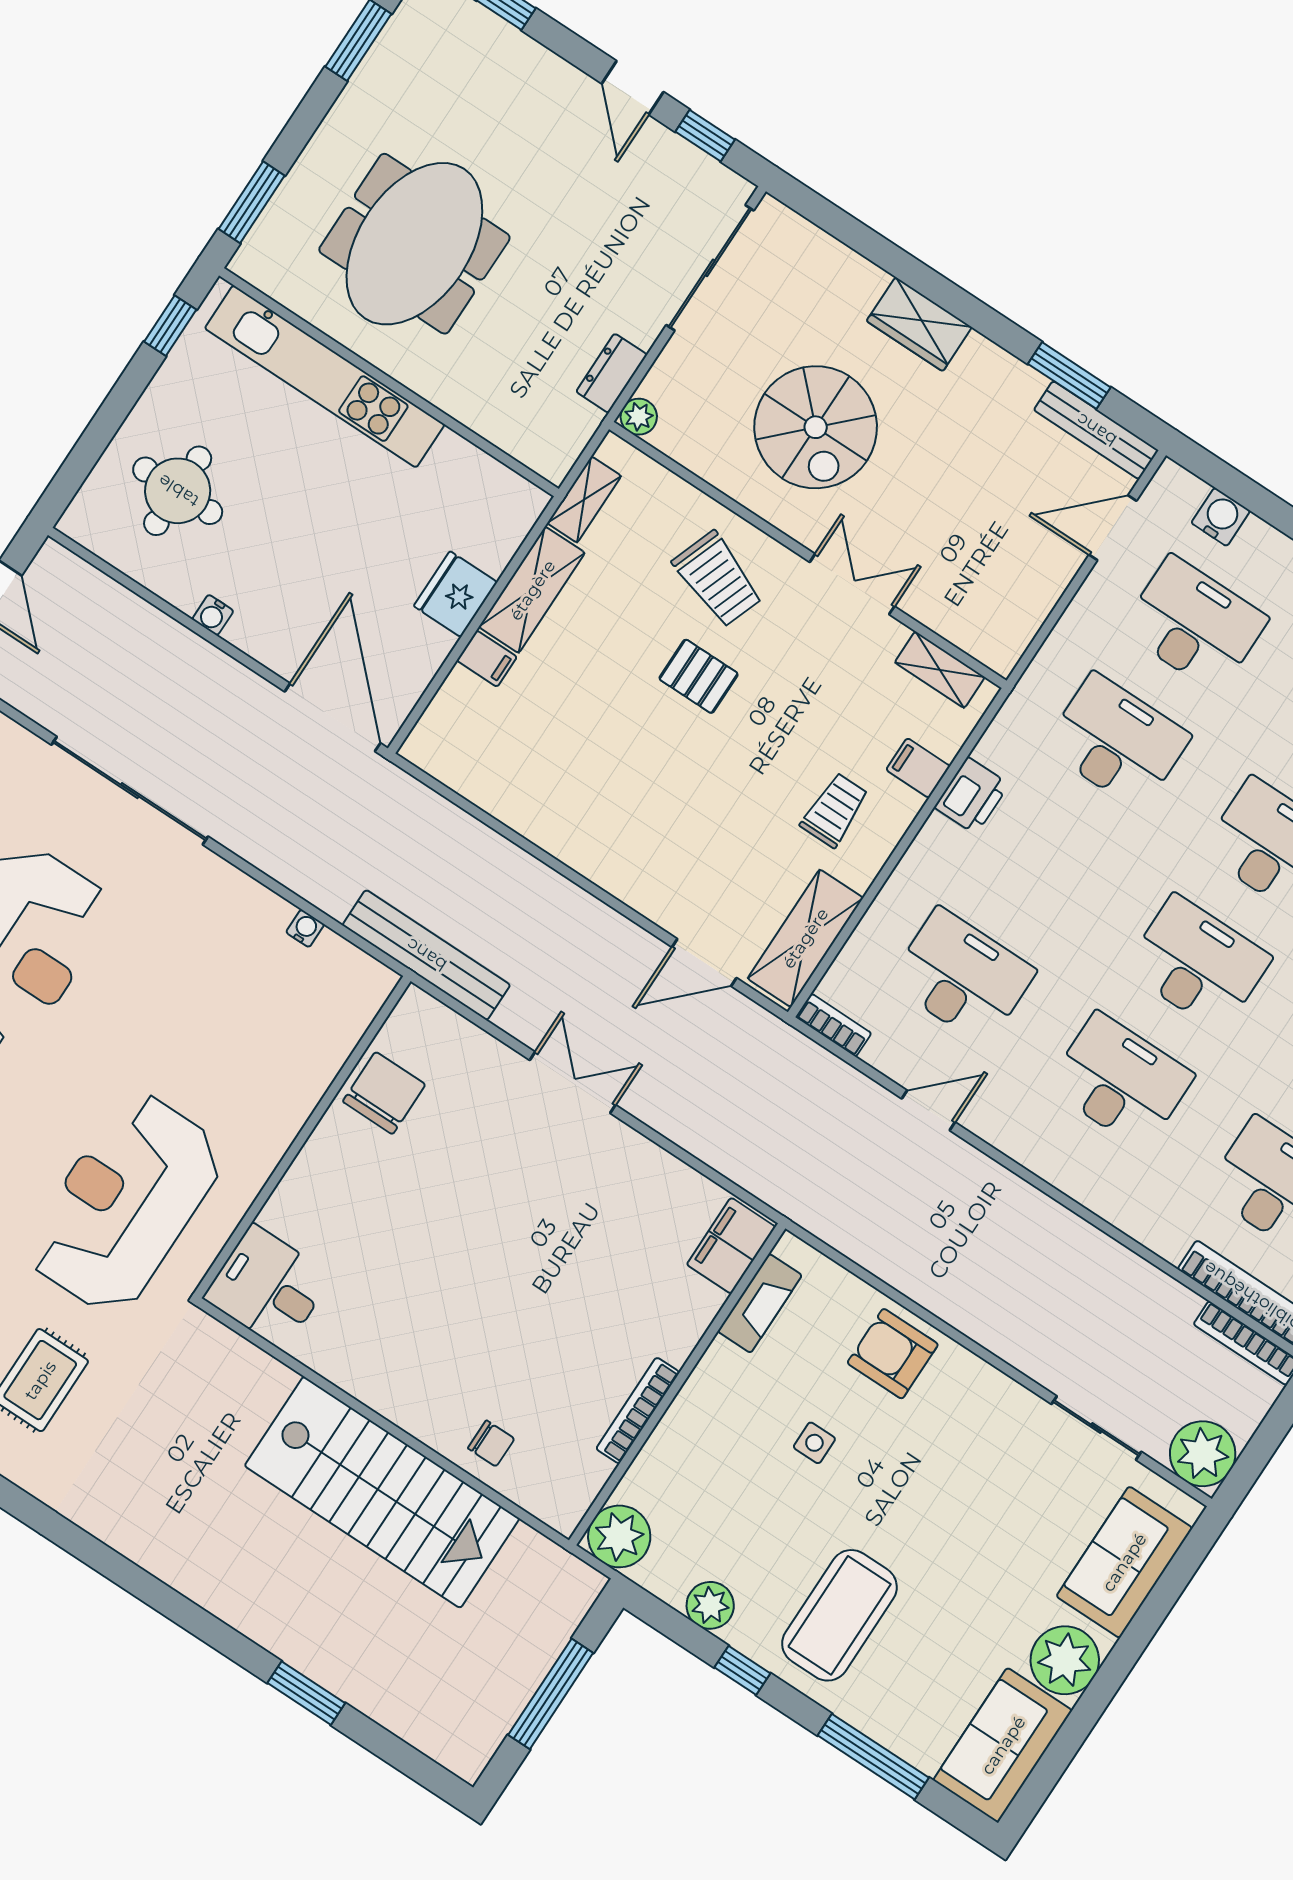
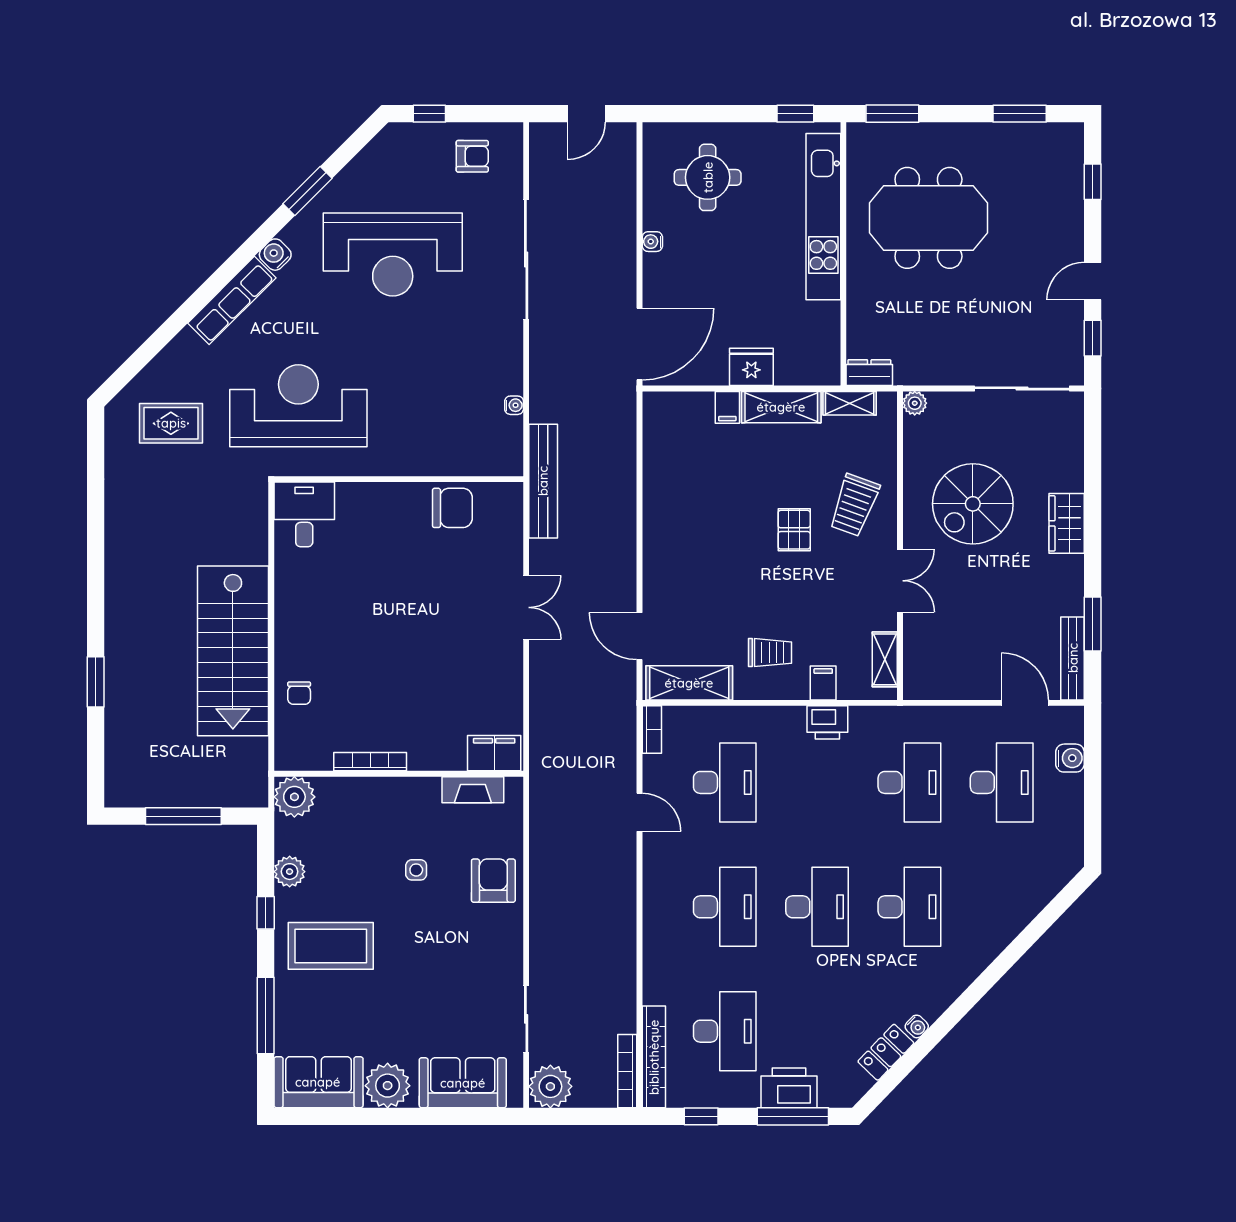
dresser: (612, 373) -> (869, 373), moved

